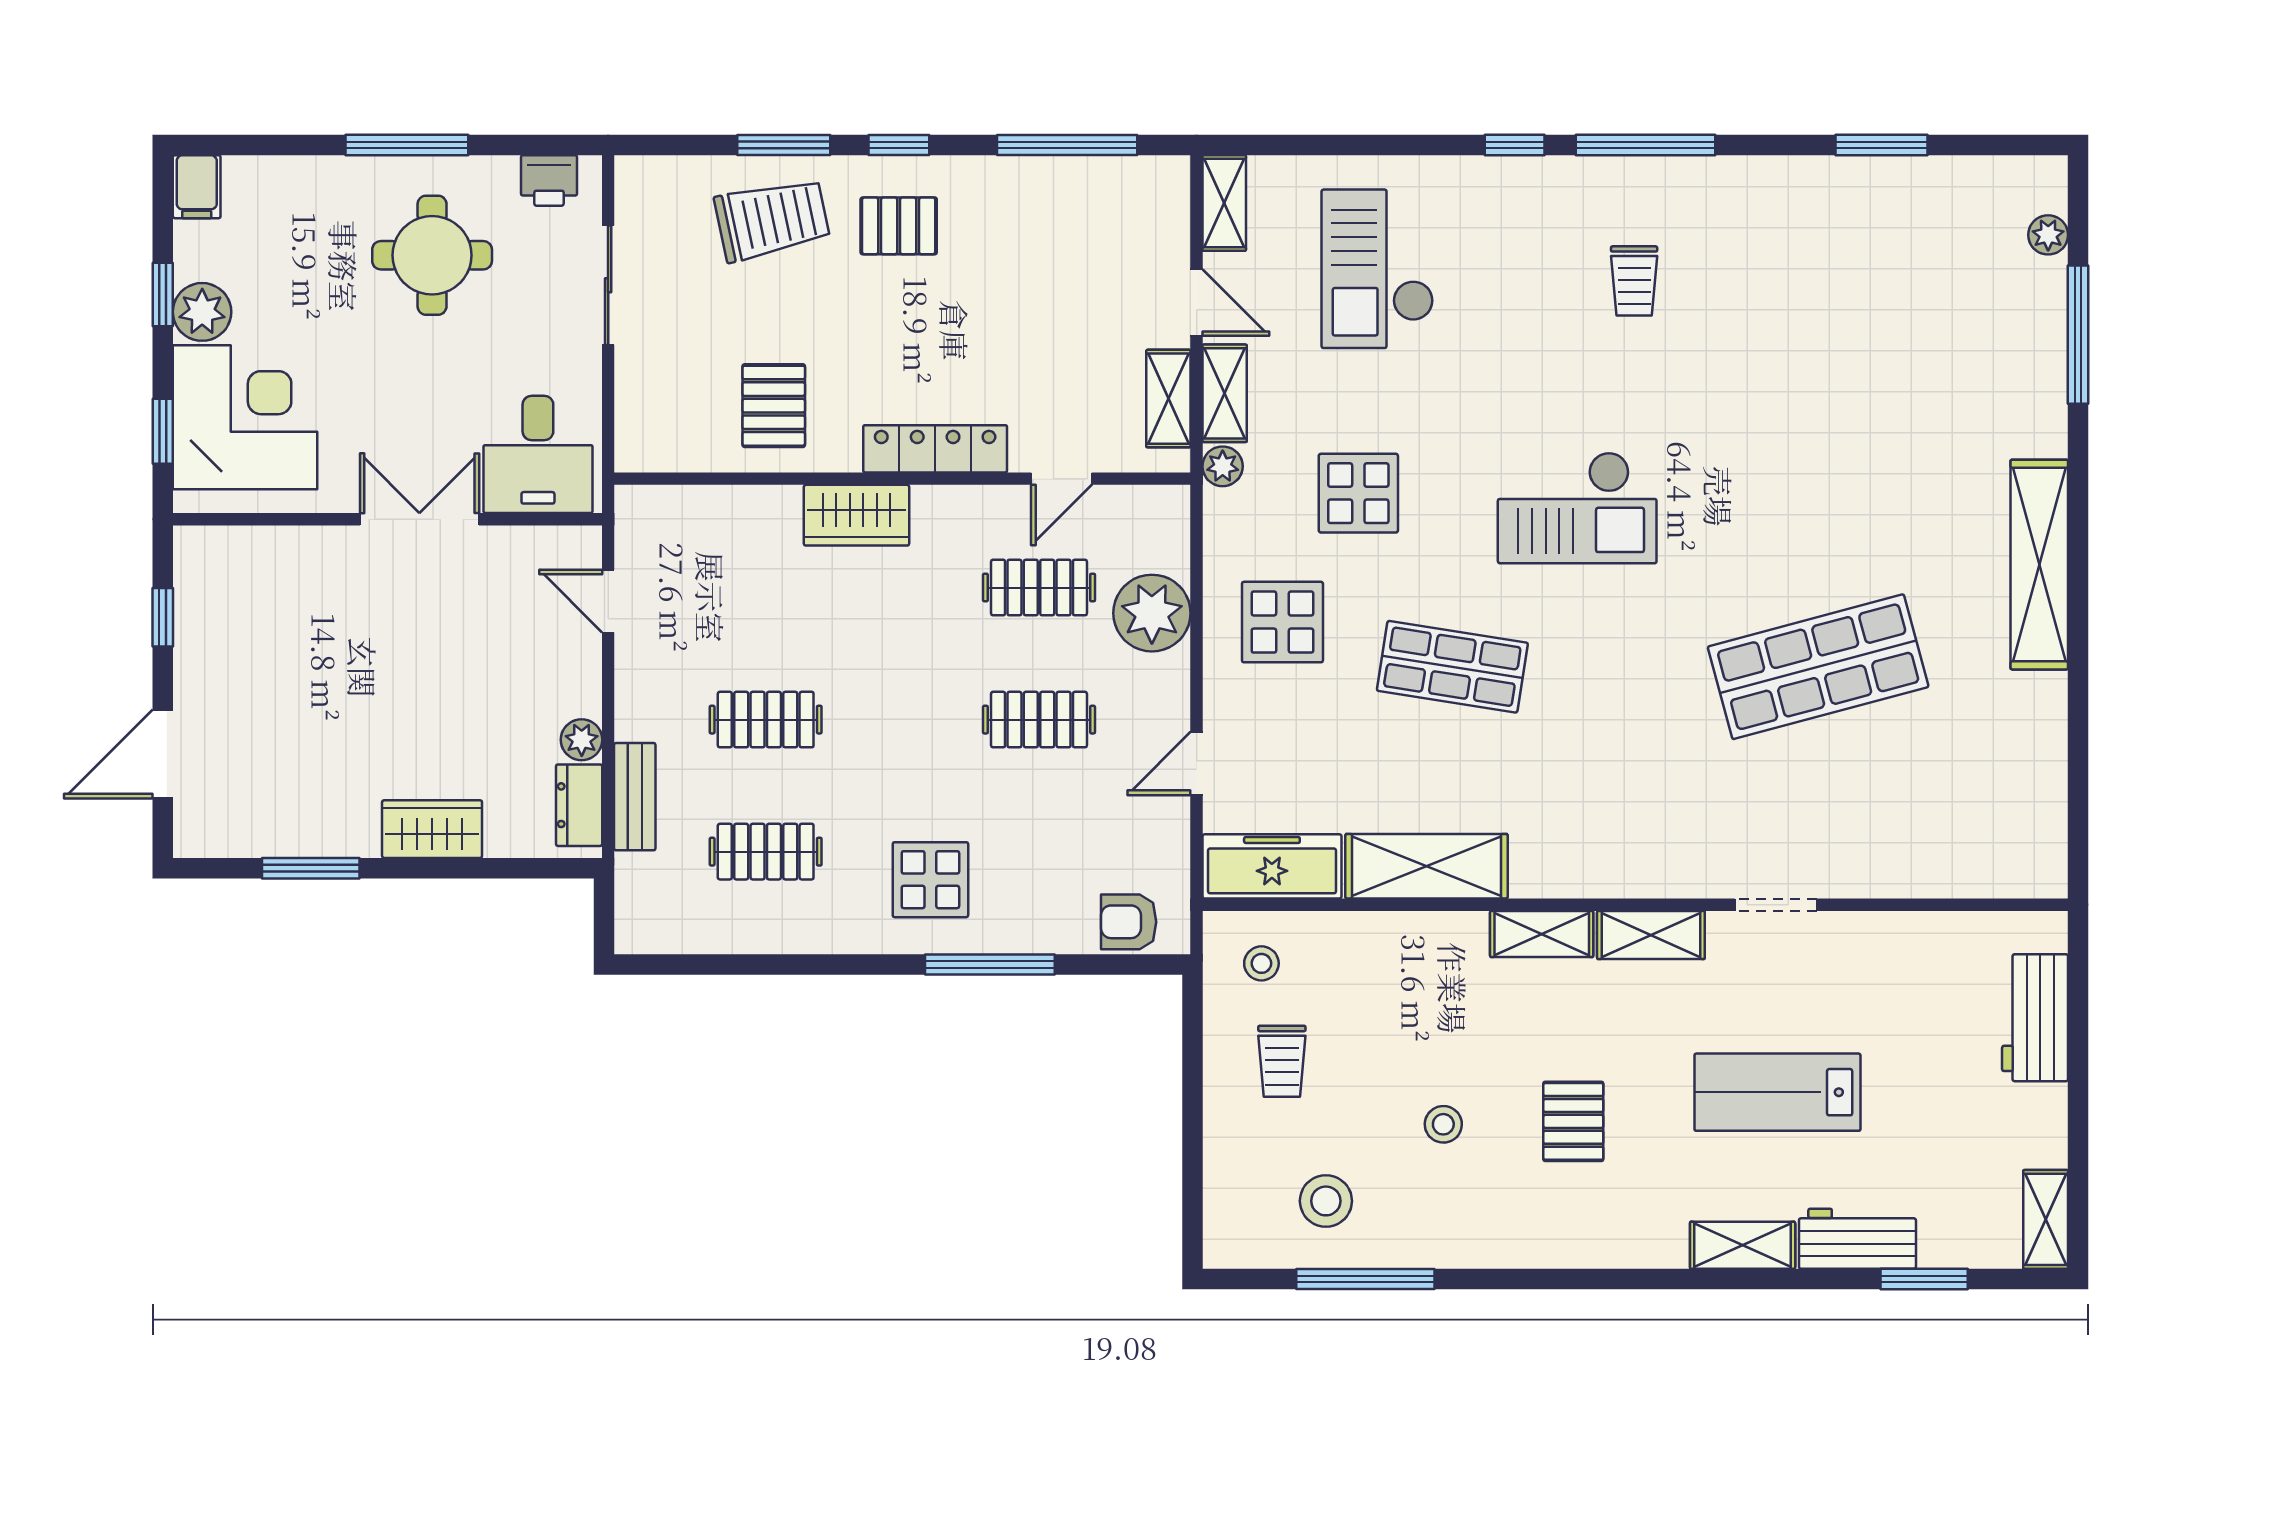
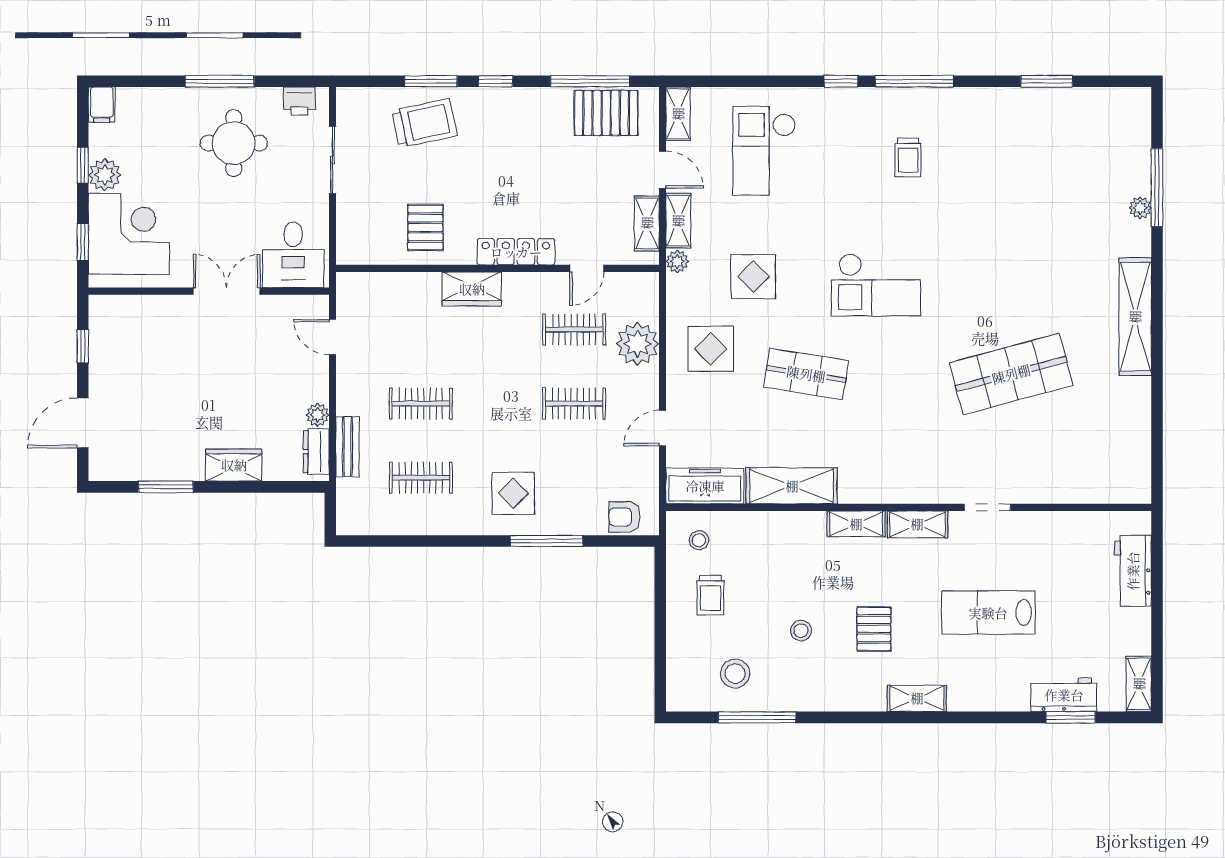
pallet: (899, 226) -> (606, 113), moved, width x1.50, depth x1.42
plant: (2048, 235) -> (1140, 208), moved
workbench: (1857, 1239) -> (1064, 695), moved
shelving: (1743, 1245) -> (917, 698), moved

